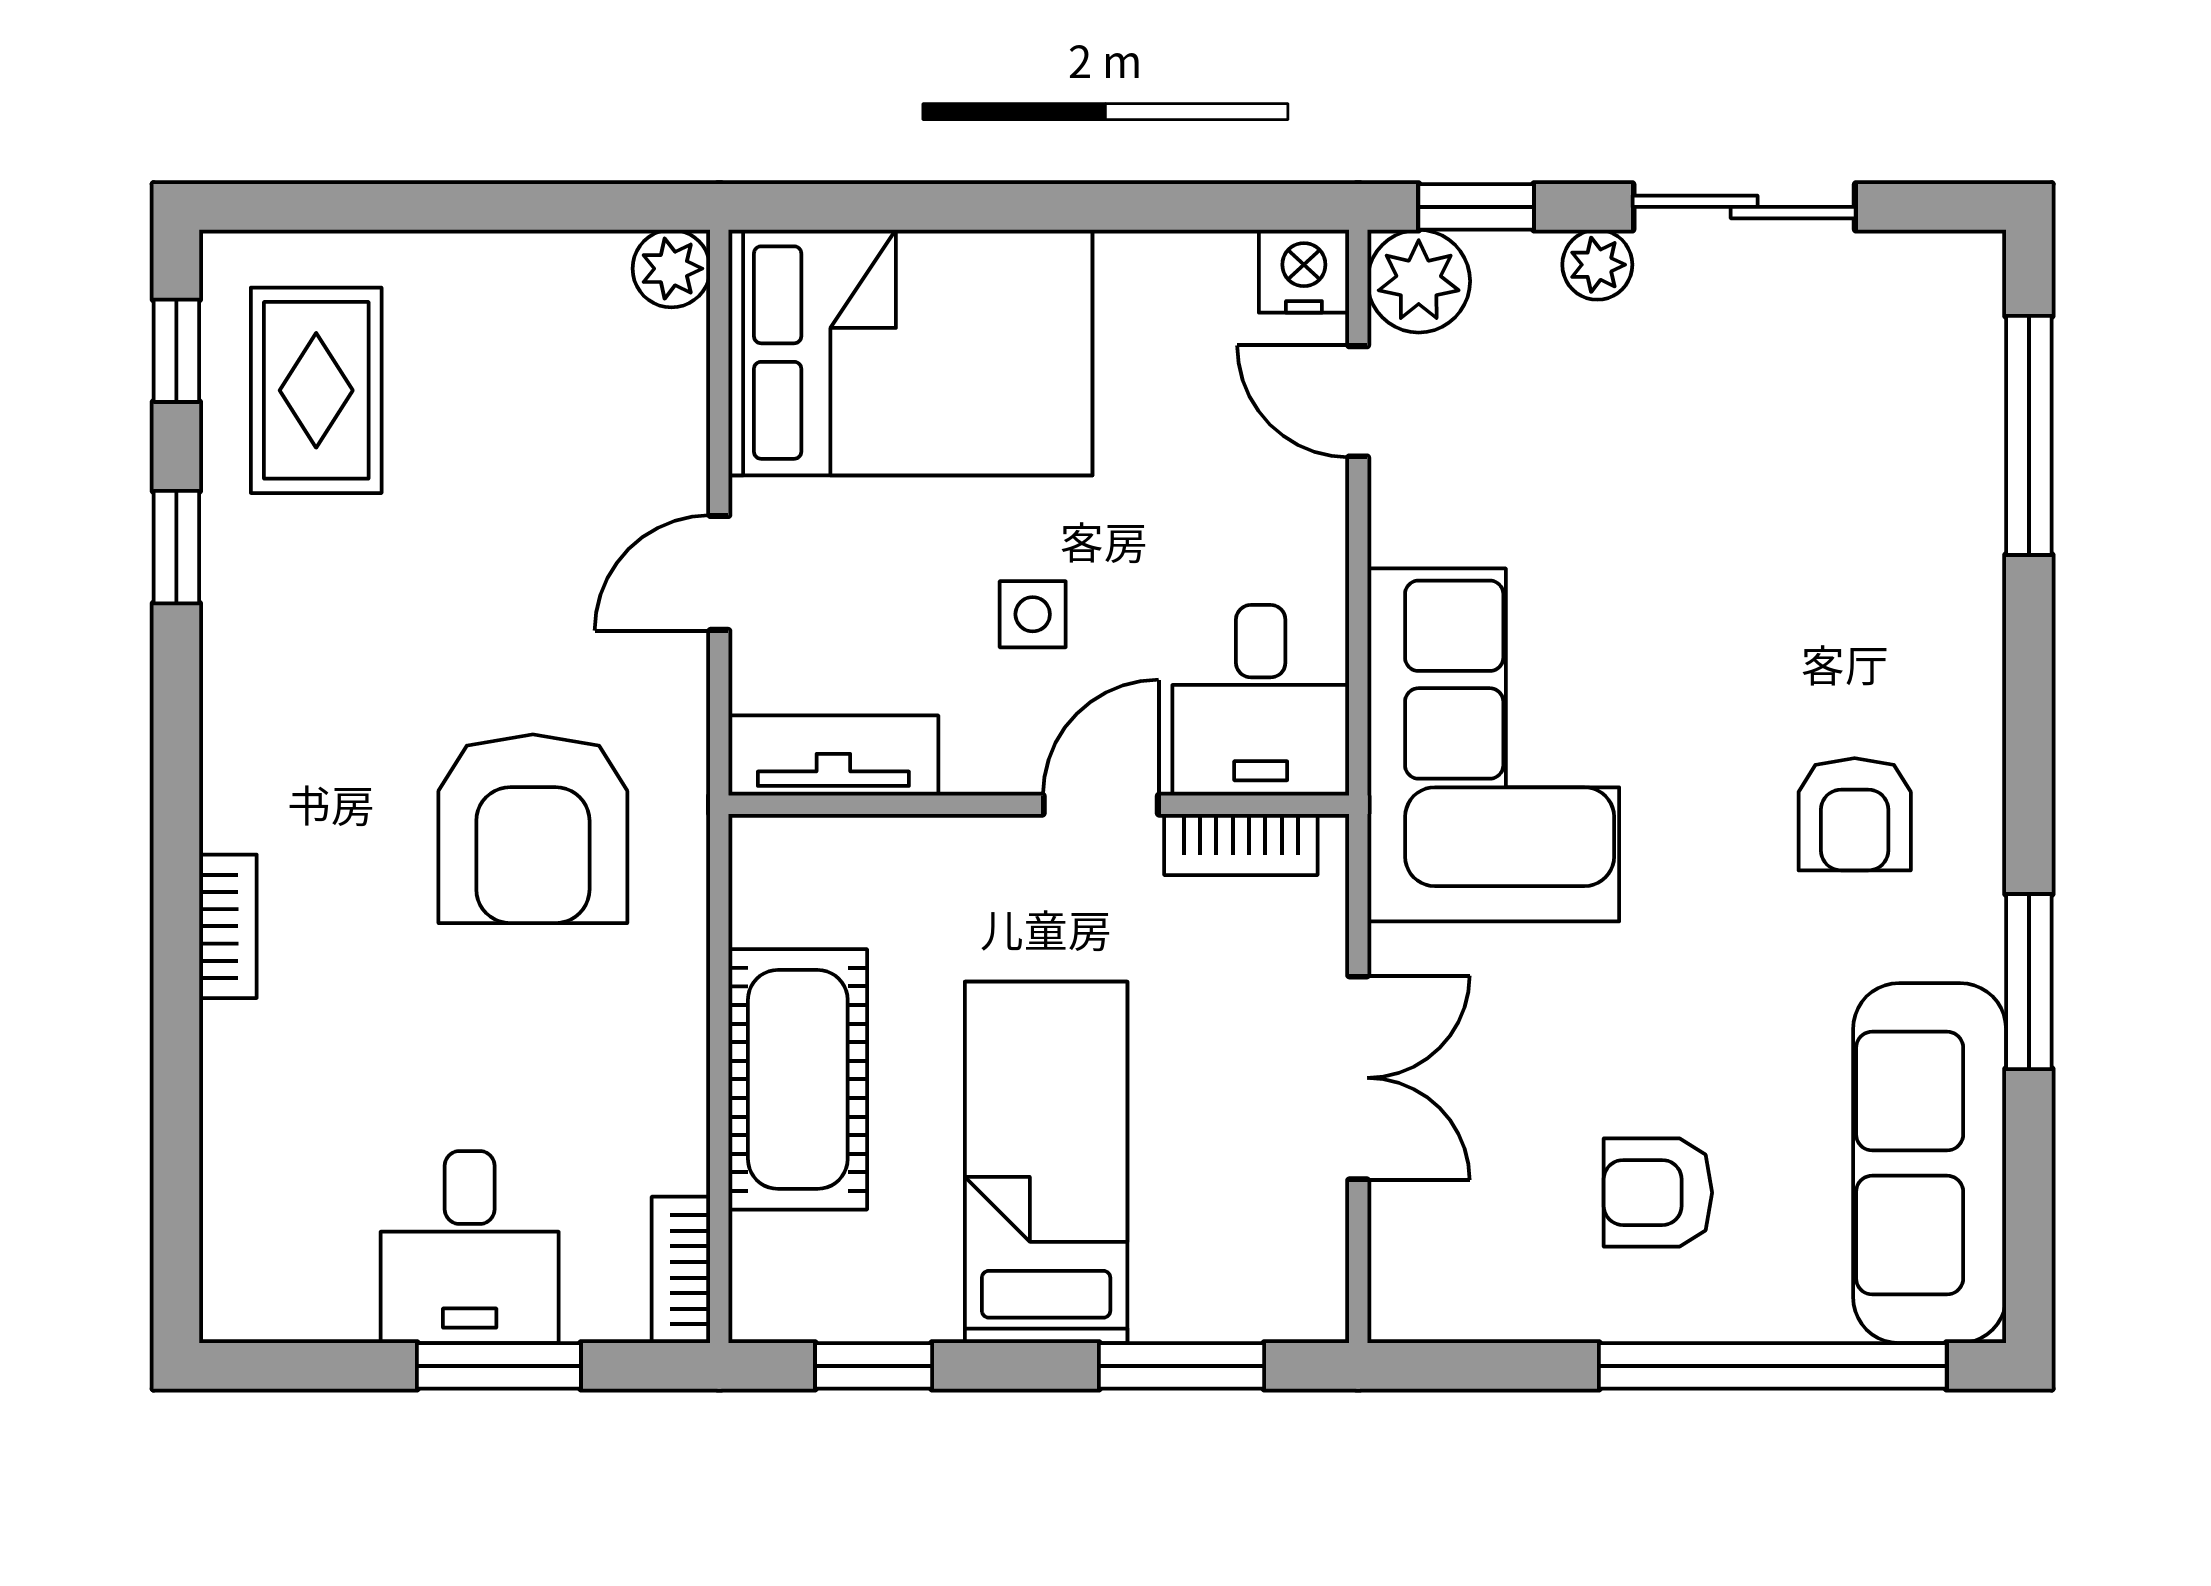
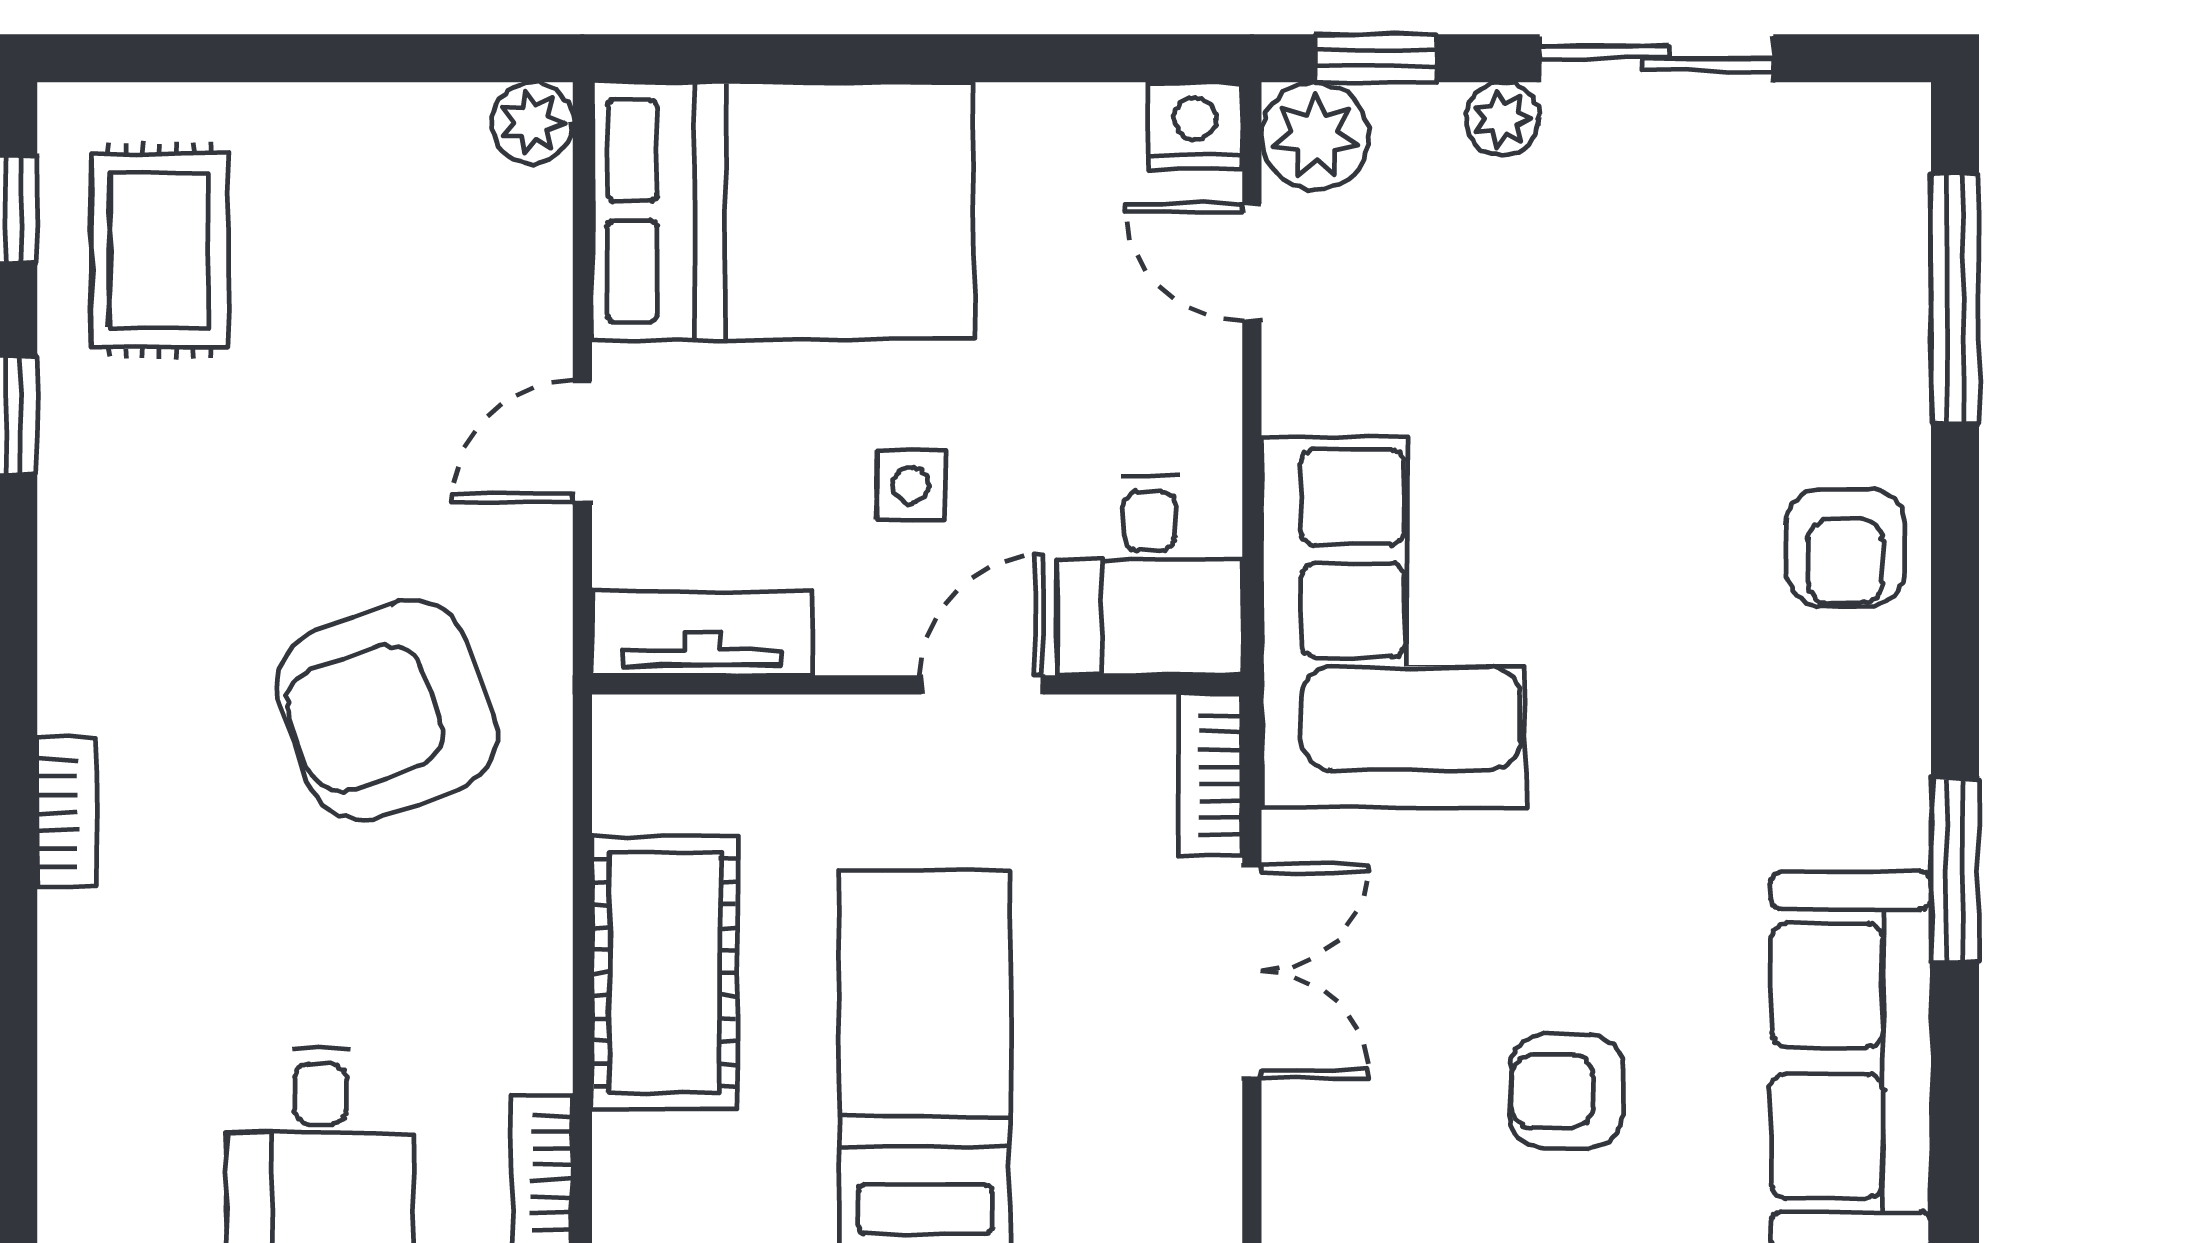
armchair: (1855, 814) -> (1845, 547), moved
armchair: (533, 829) -> (387, 710), turned 70
bookcase: (1241, 844) -> (1210, 775), moved, turned 90

